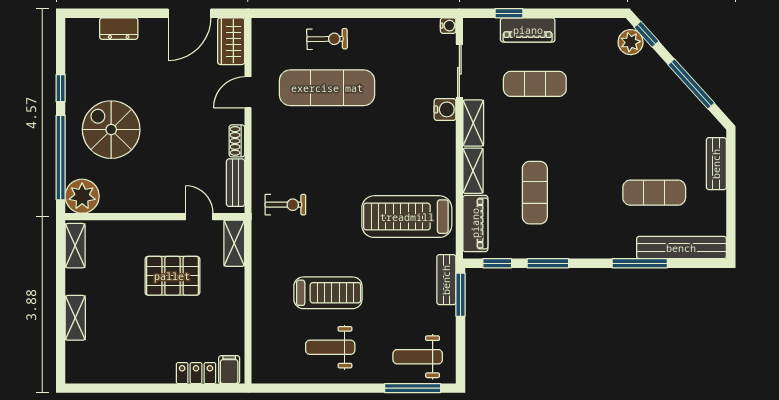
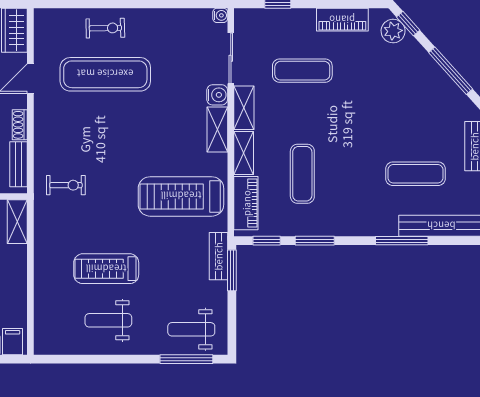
piano: (528, 30) -> (342, 20), moved
shelving: (445, 146) -> (217, 130), added
treadmill: (328, 293) -> (106, 269), turned 180

